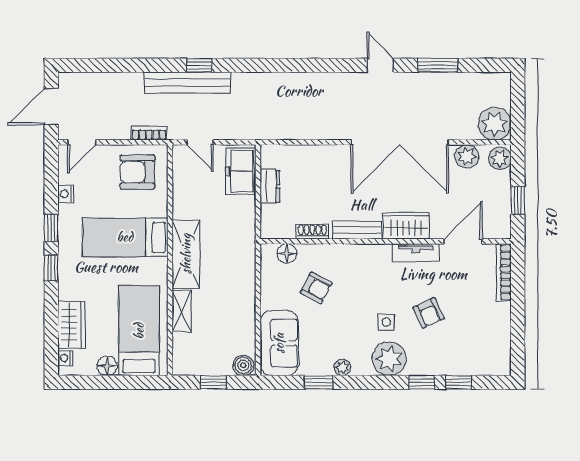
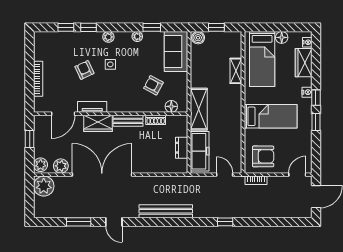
bench: (187, 83) -> (166, 211), moved
freezer: (241, 171) -> (200, 151), width x1.40
nightstand: (66, 194) -> (307, 92), moved
shelving: (186, 254) -> (199, 109), moved
bookcase: (504, 272) -> (38, 79), moved
plant: (389, 359) -> (108, 37), width x0.53, depth x0.53

